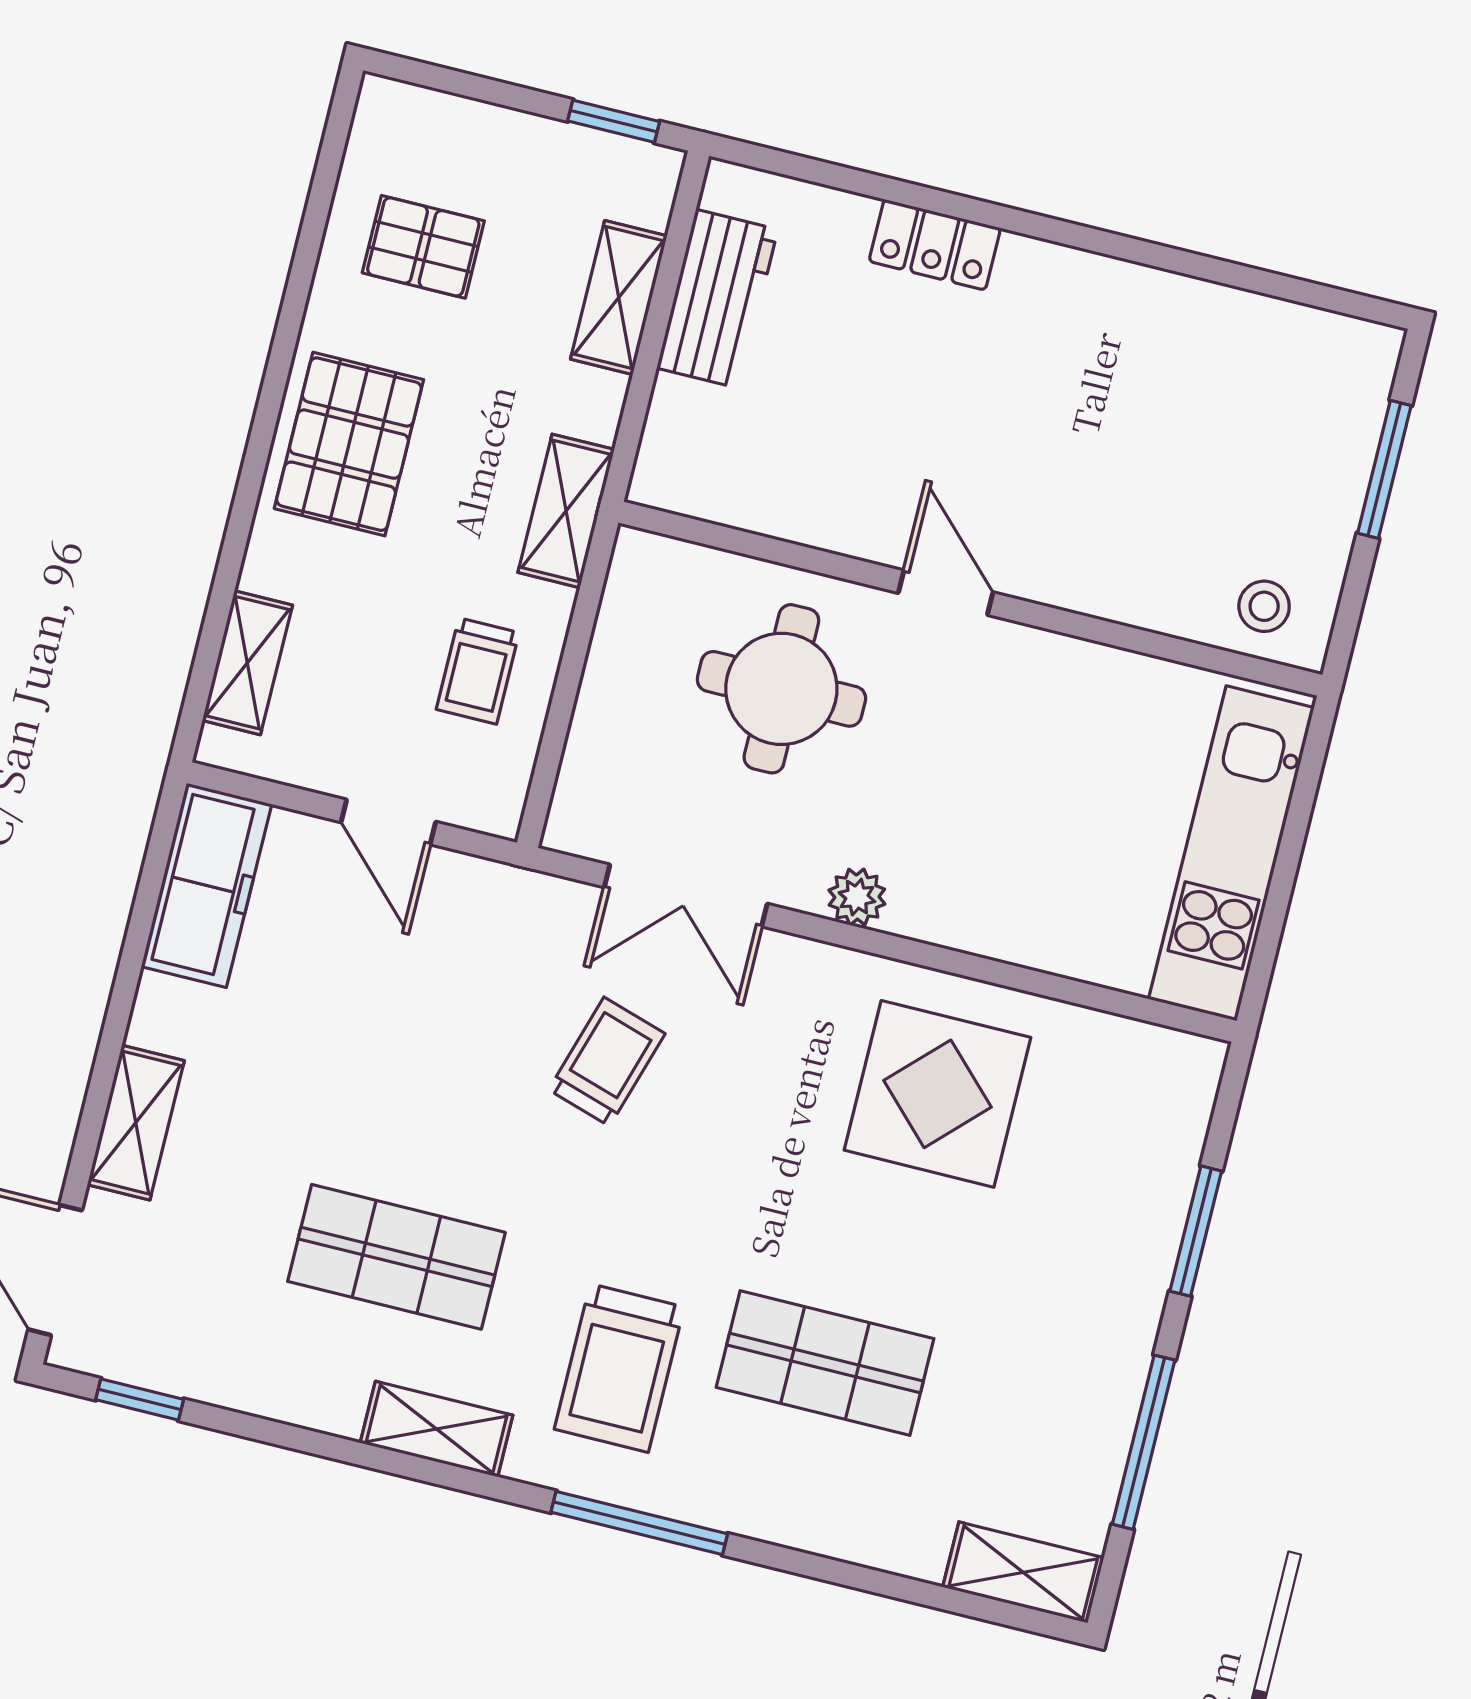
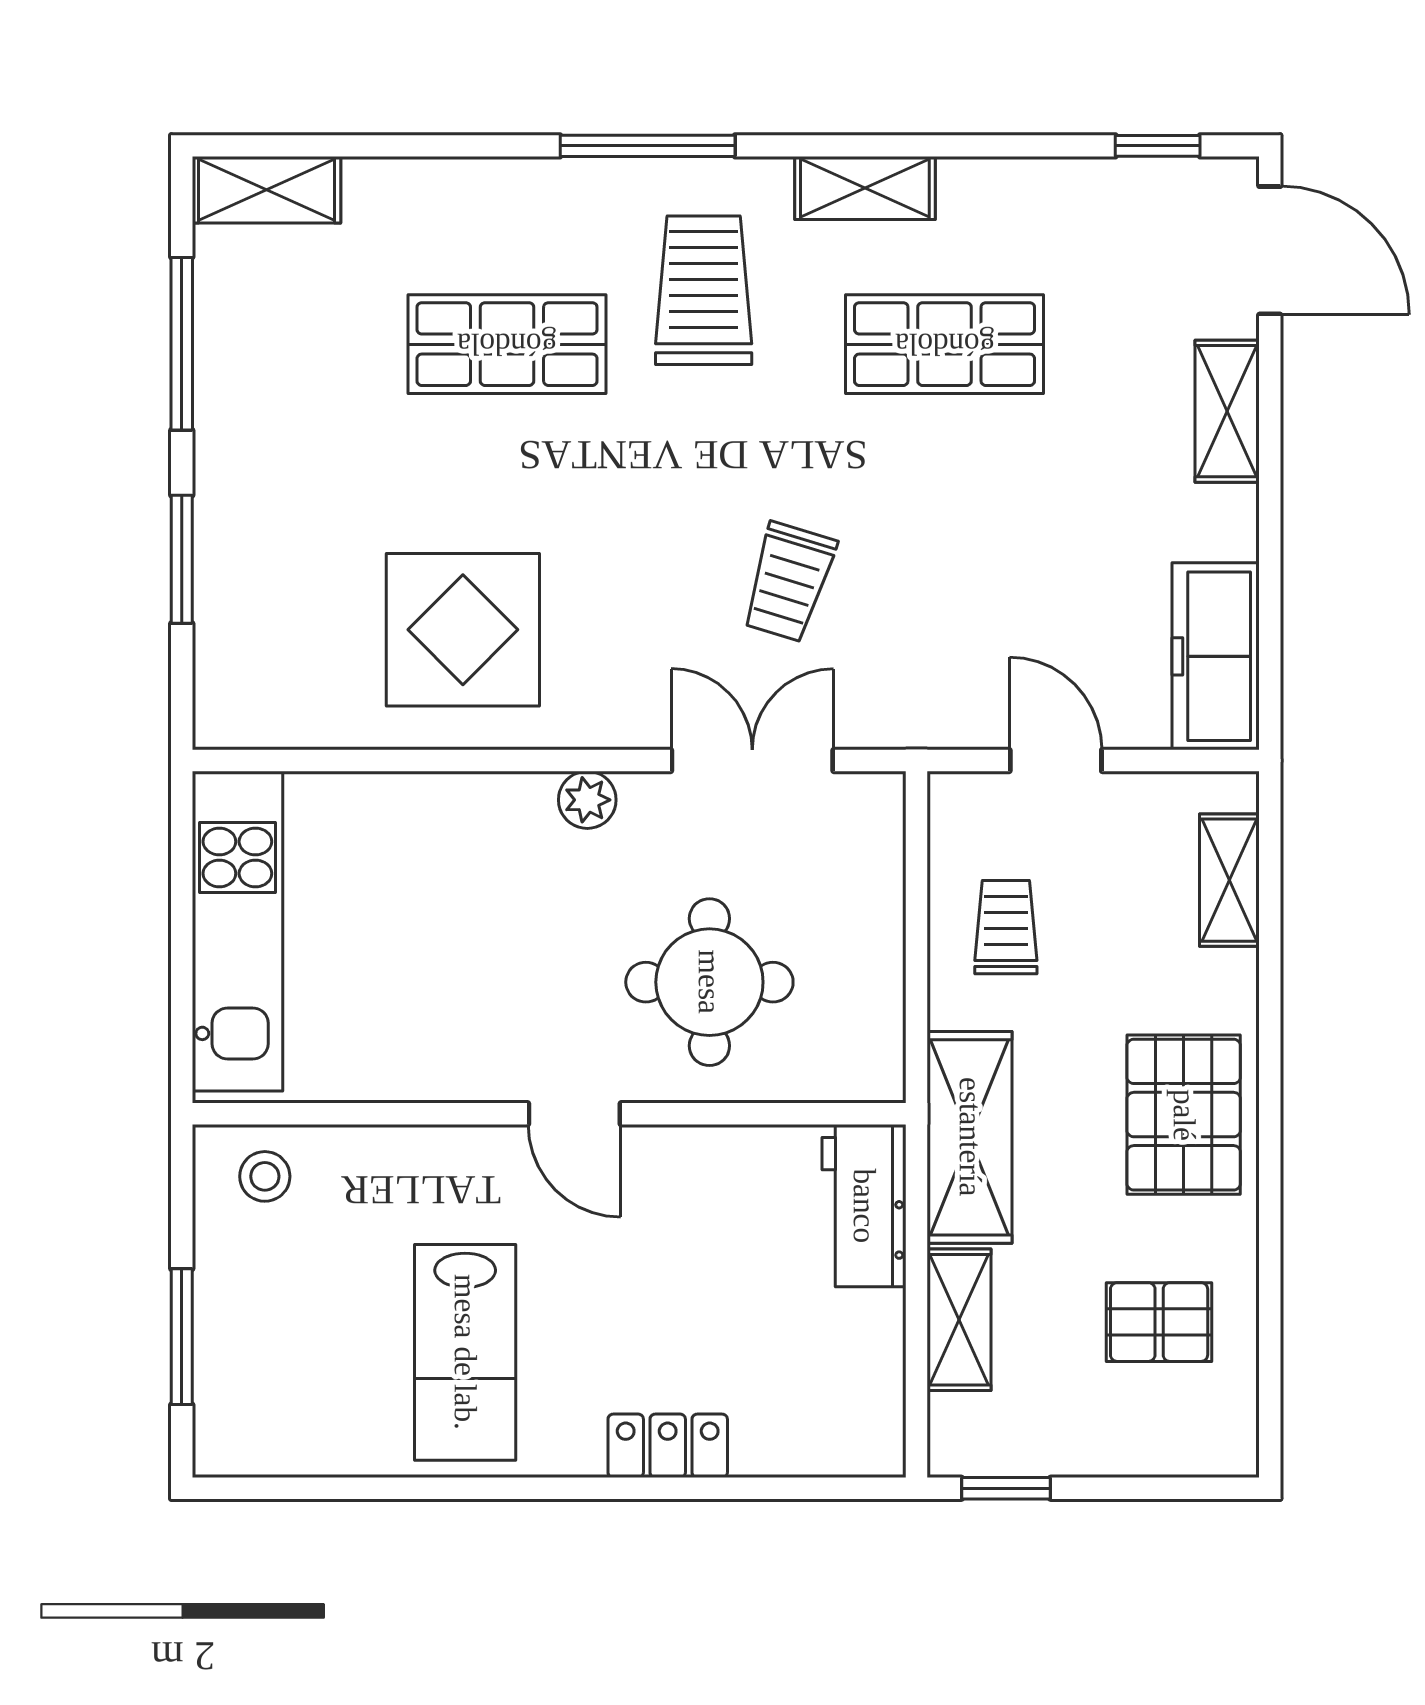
workbench: (717, 299) -> (864, 1206), moved
lab bench: (1111, 385) -> (465, 1352), added
shelving: (566, 511) -> (970, 1137), width x1.50, depth x1.33

